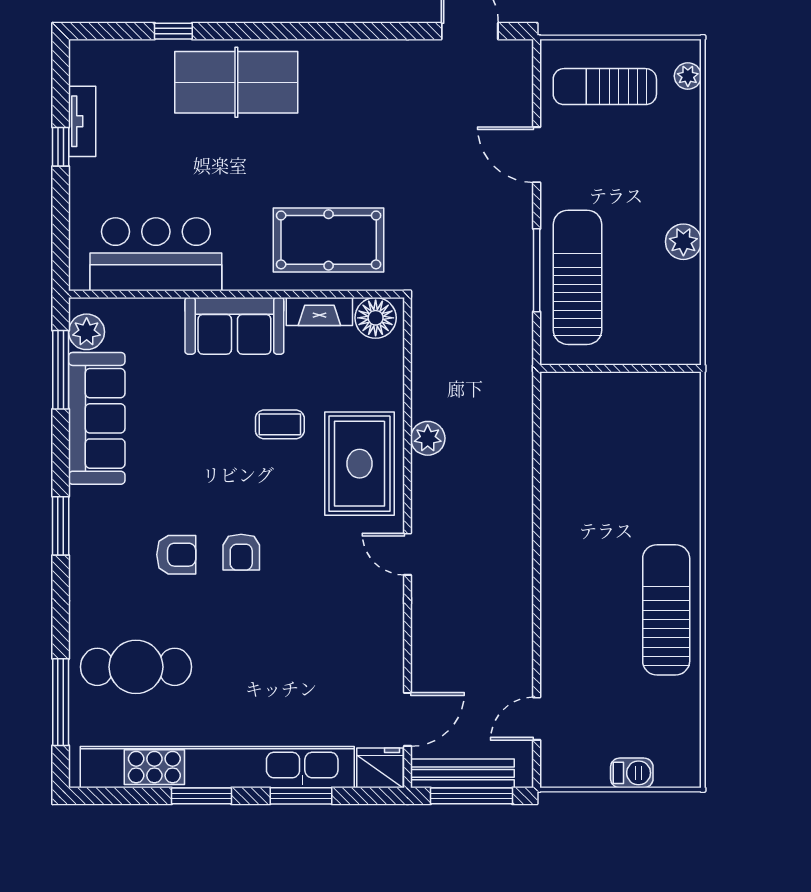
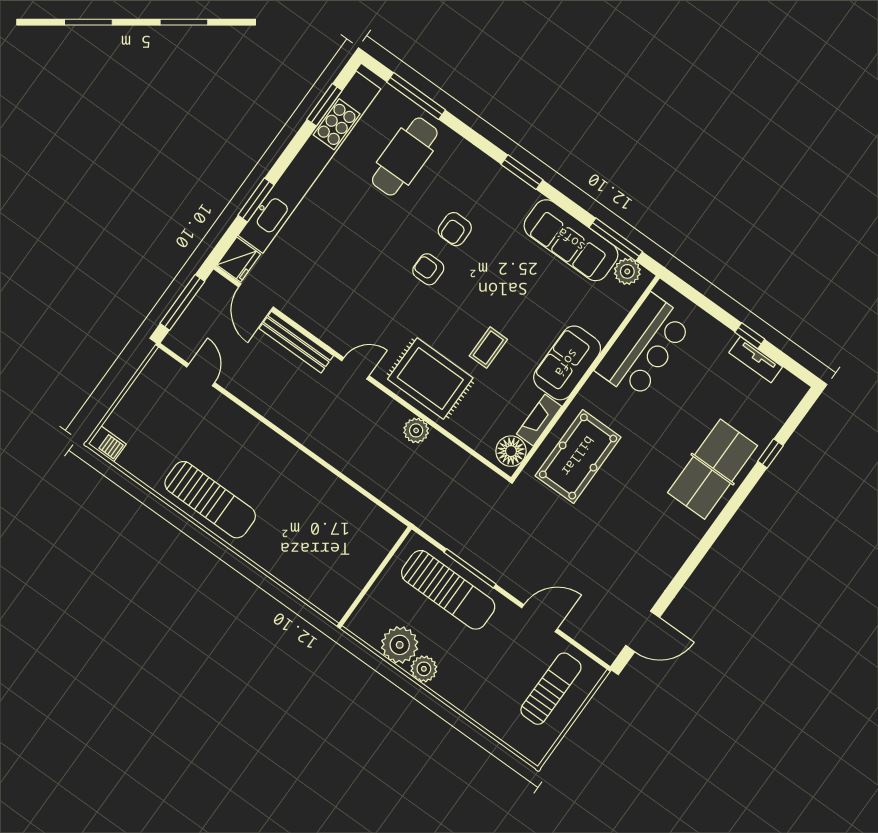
plant: (688, 76) -> (400, 645), moved, width x1.87, depth x1.87
bench: (462, 773) -> (296, 342), moved, turned 90
barbecue: (632, 773) -> (107, 444), moved, turned -90
window: (201, 796) -> (324, 105), moved

